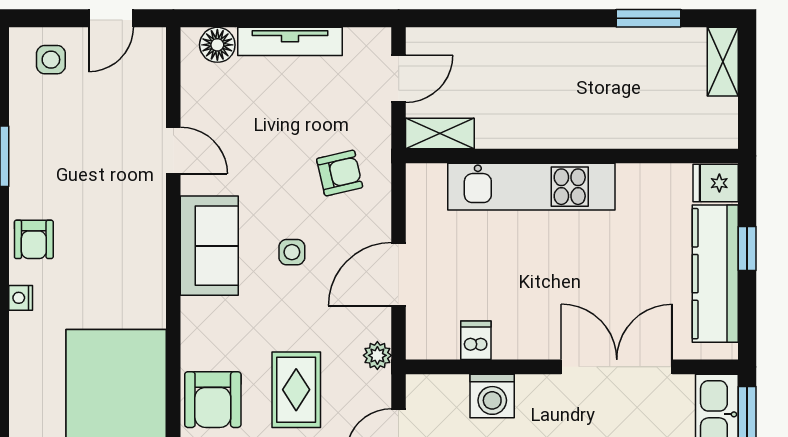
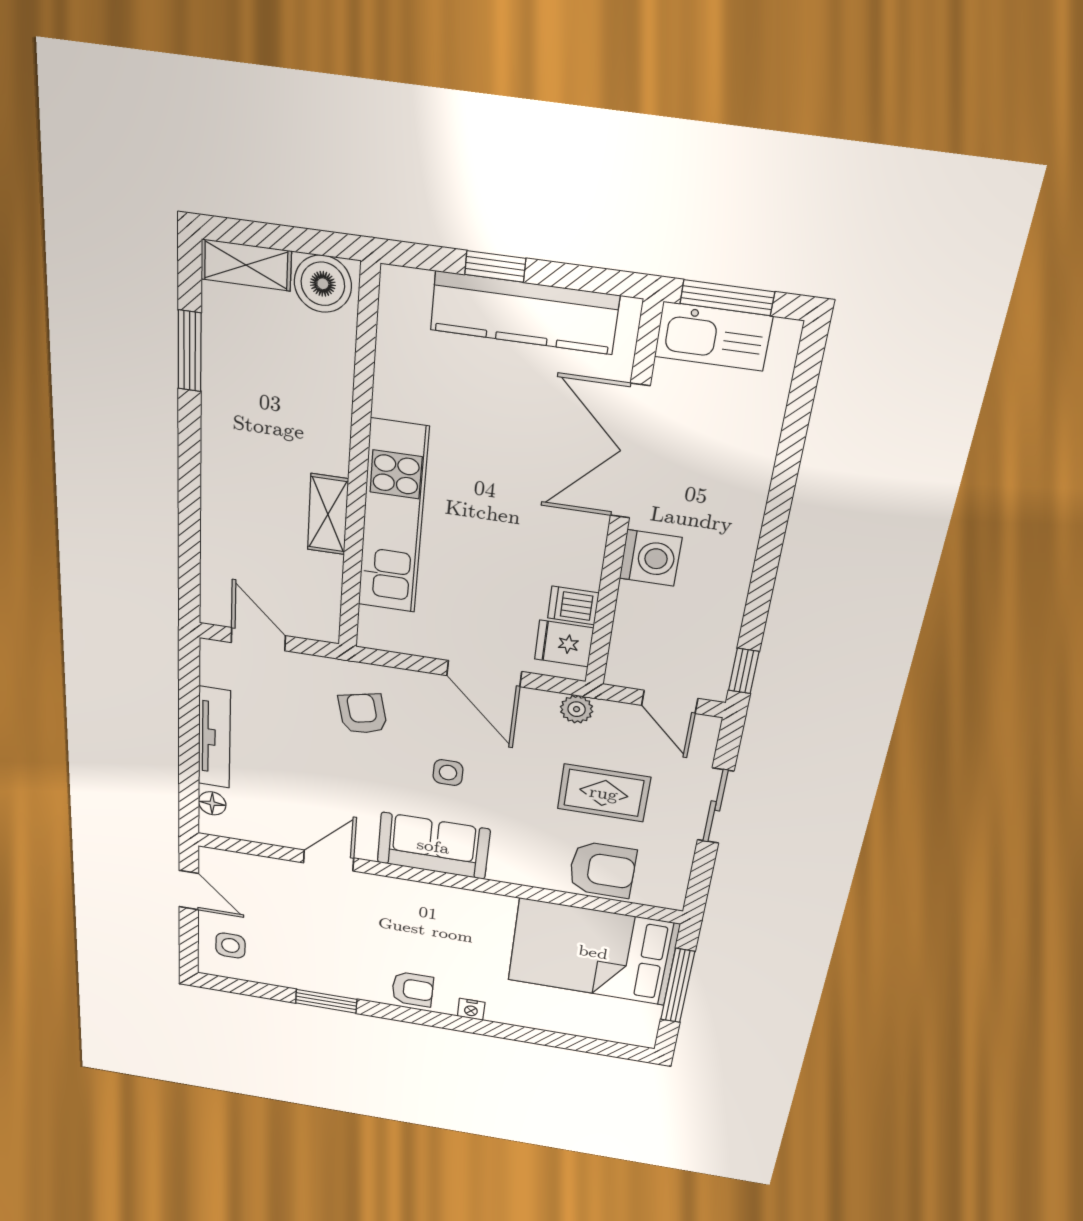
floor lamp: (217, 45) -> (212, 803), width x0.73, depth x0.73
boiler: (716, 121) -> (323, 284), added
shelving: (440, 133) -> (328, 514), moved
fridge: (716, 183) -> (564, 644), moved, turned 90
washing machine: (492, 396) -> (651, 558), moved

